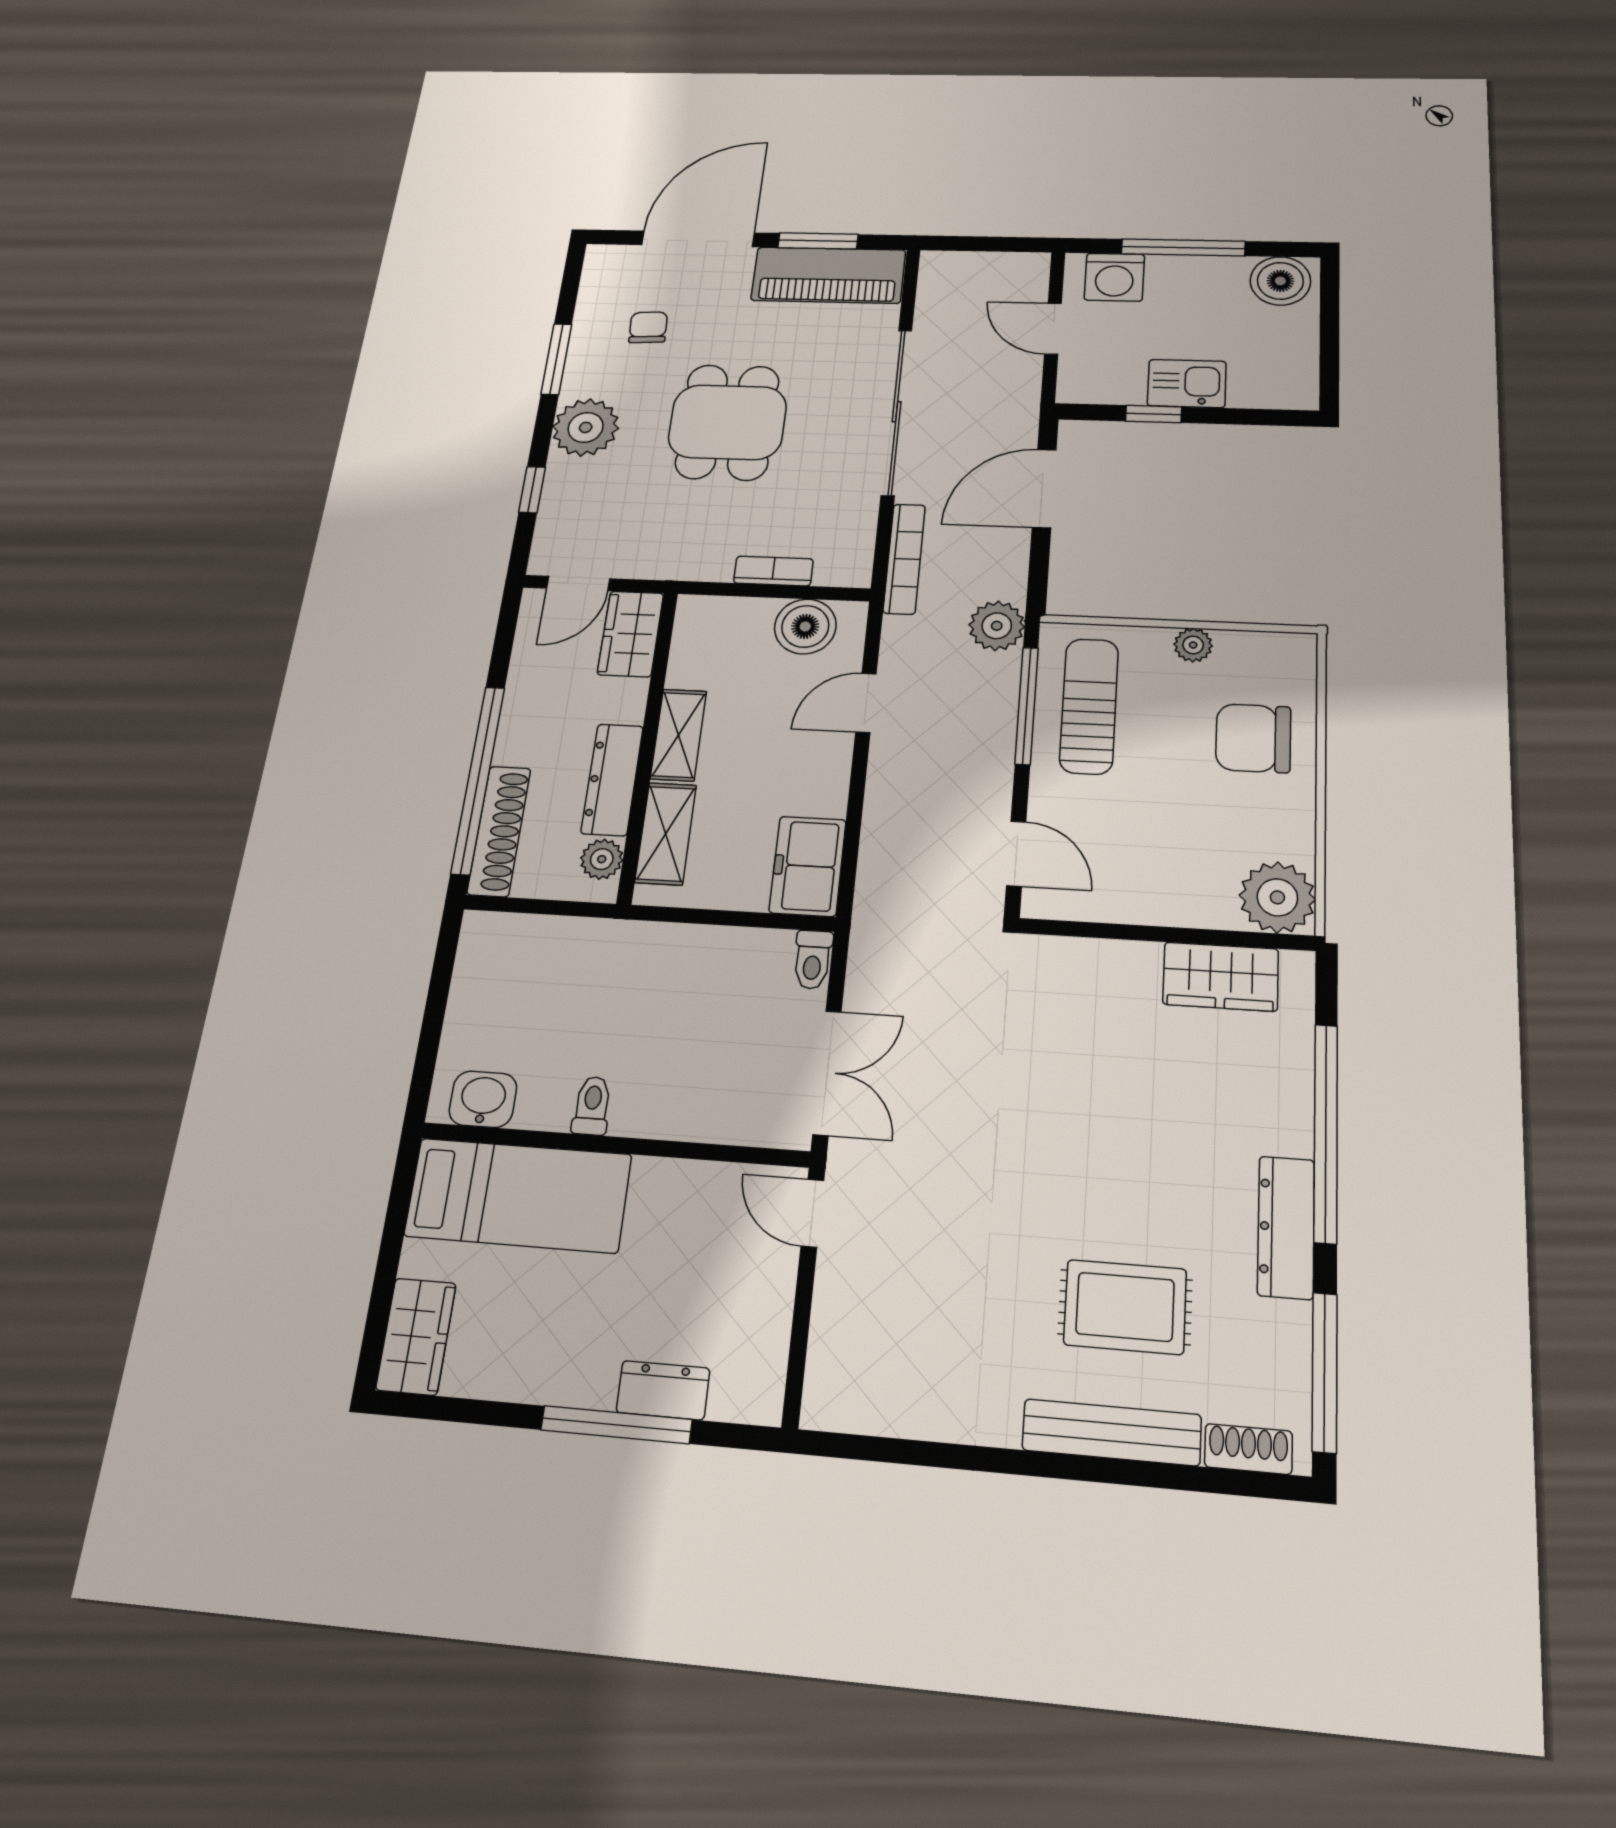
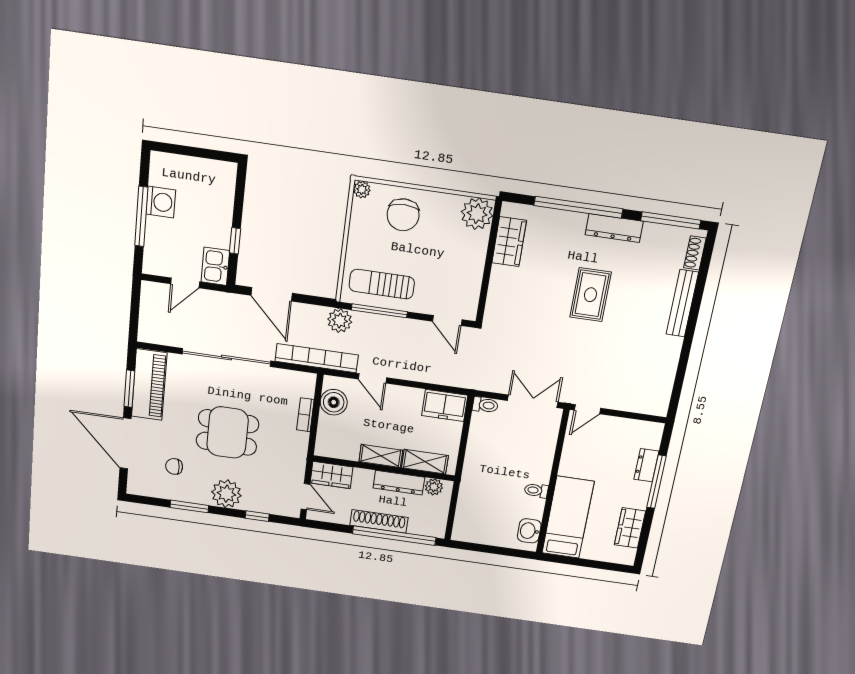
washing machine: (1114, 277) -> (161, 202), moved
boiler: (1280, 281) -> (163, 172), removed
kitchen sink: (1187, 383) -> (215, 266), moved
bookcase: (904, 559) -> (317, 358), width x1.48, depth x1.31
plant: (1193, 645) -> (362, 189), moved
shoe rack: (499, 831) -> (379, 521), moved
door: (1016, 854) -> (447, 321), swing flipped
rug: (1125, 1307) -> (590, 295), moved
wardrobe: (416, 1336) -> (630, 528), moved, turned -90

